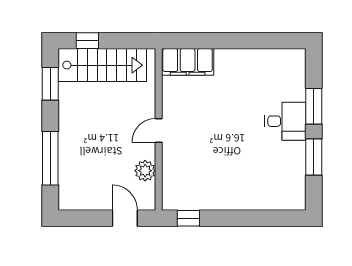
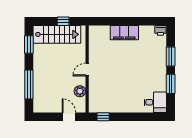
window: (87, 41) -> (63, 21), moved
printer: (295, 58) -> (160, 30), added
filing cabinet: (188, 62) -> (124, 33), moved
desk: (285, 121) -> (155, 102), moved

